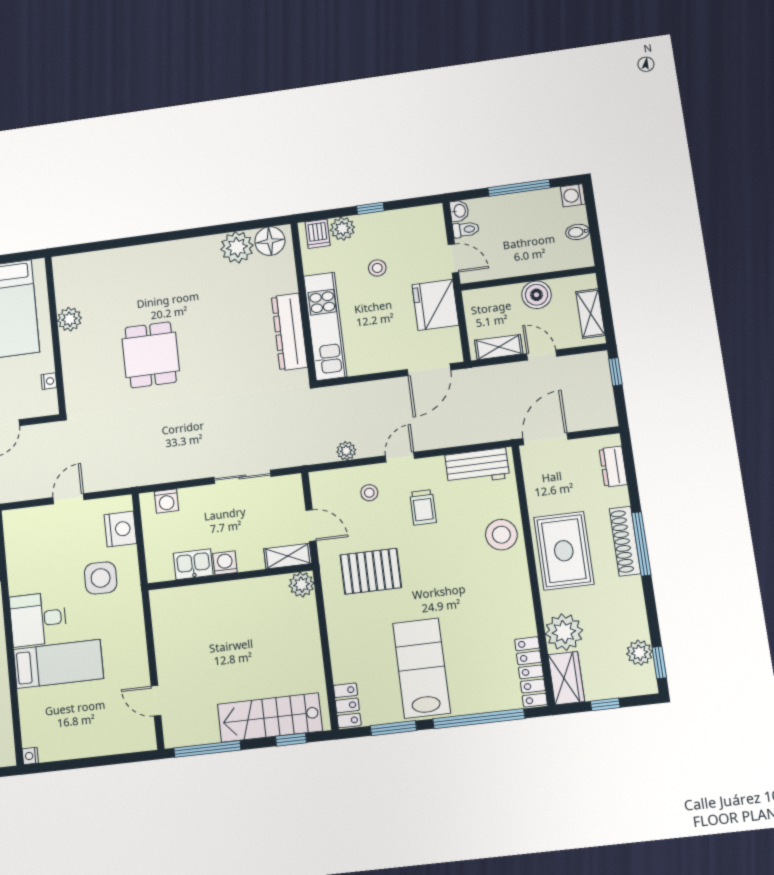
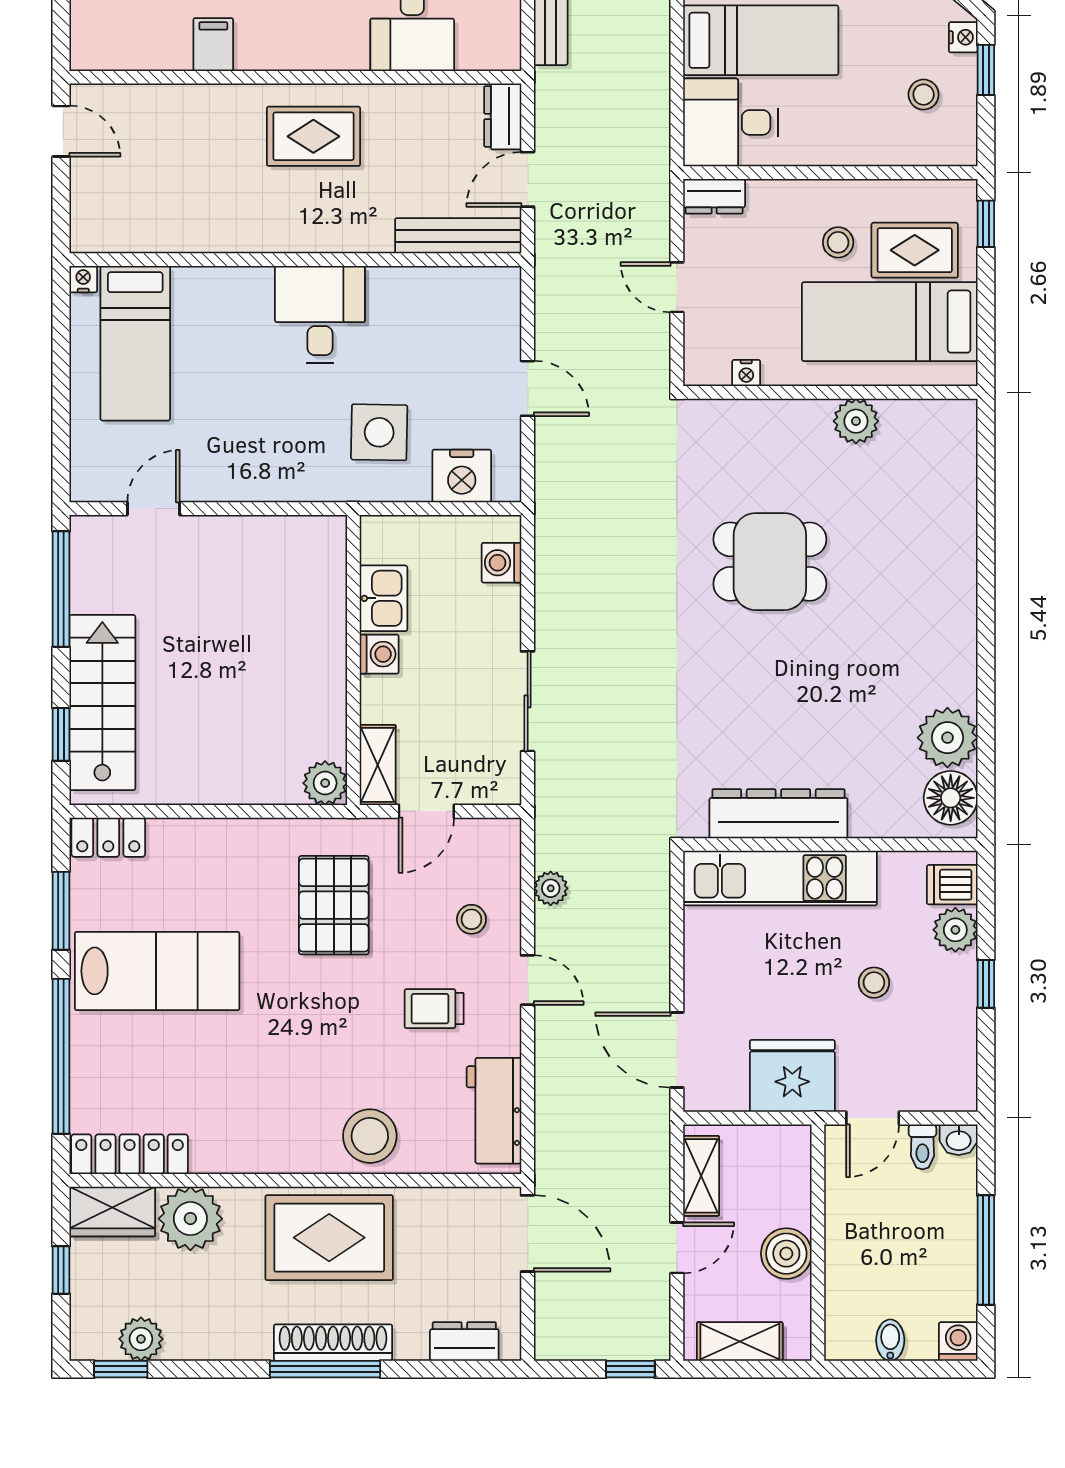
bed: (58, 664) -> (135, 343), moved

